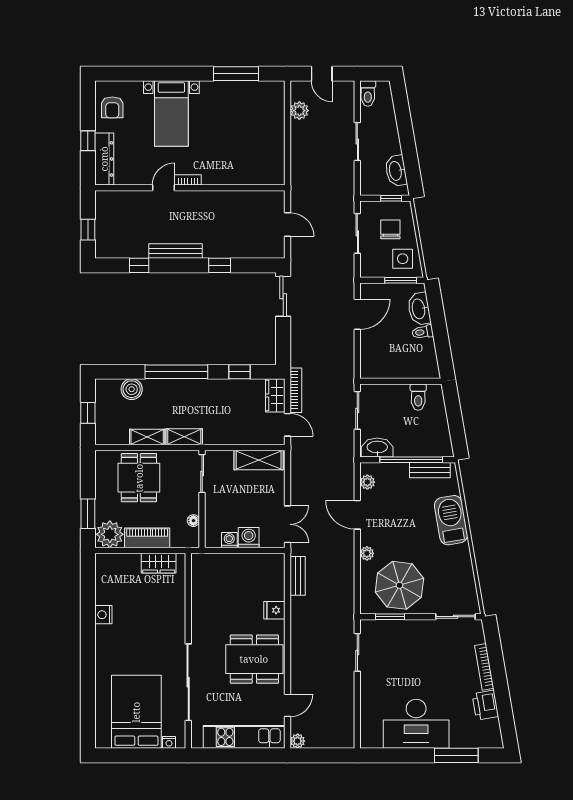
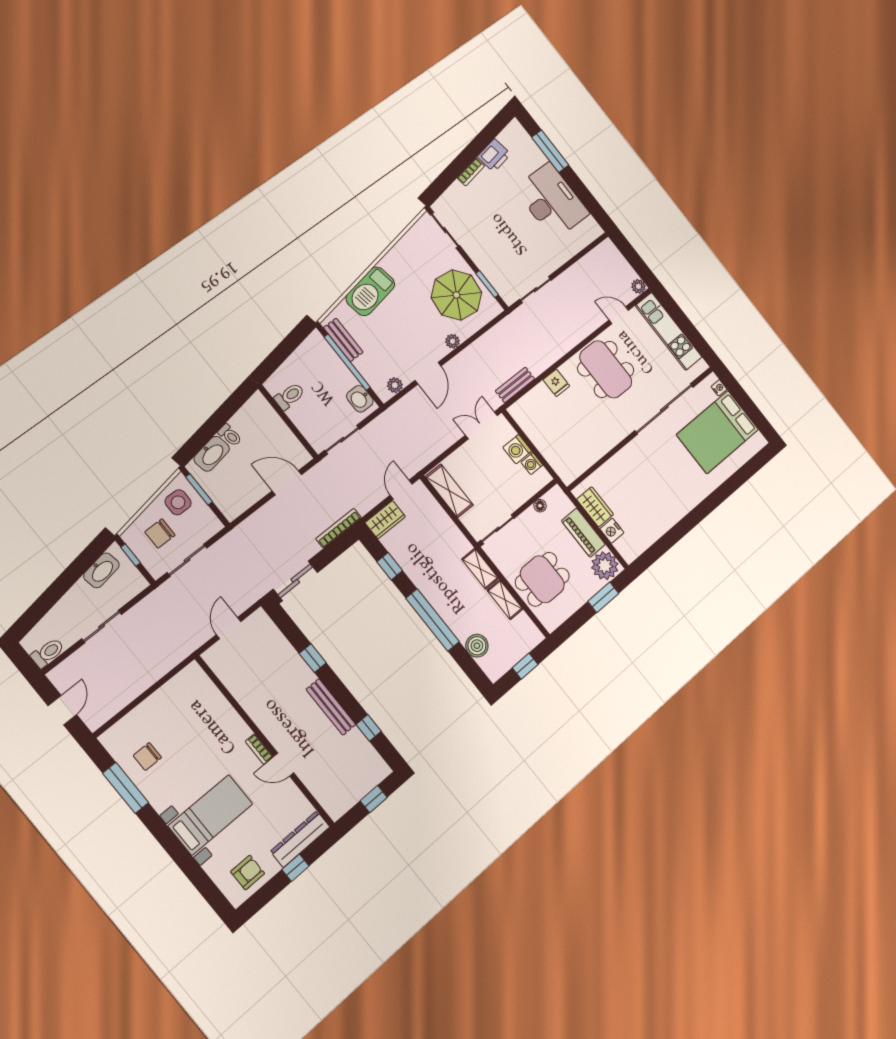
chair: (245, 103) -> (147, 757), added
plant: (299, 111) -> (114, 702), removed
door: (357, 314) -> (287, 483), moved
bookcase: (296, 390) -> (339, 528), moved
washbasin: (377, 448) -> (360, 399), width x0.72
nightstand: (103, 615) -> (612, 531), moved, turned 90
bookcase: (484, 667) -> (471, 172), width x0.64

